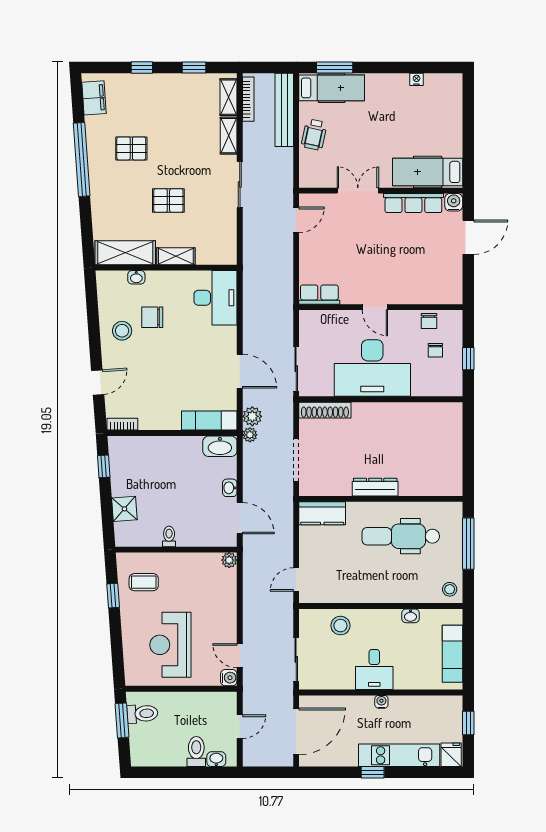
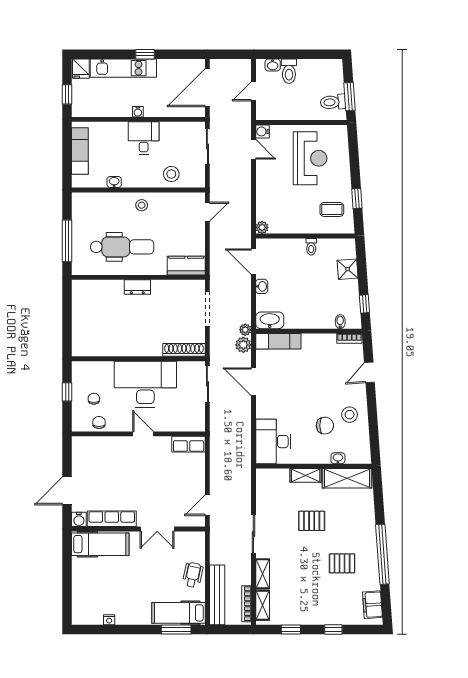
bidet: (134, 445) -> (340, 322), added
dresser: (375, 487) -> (137, 287), width x0.70
stool: (450, 589) -> (142, 205), moved

